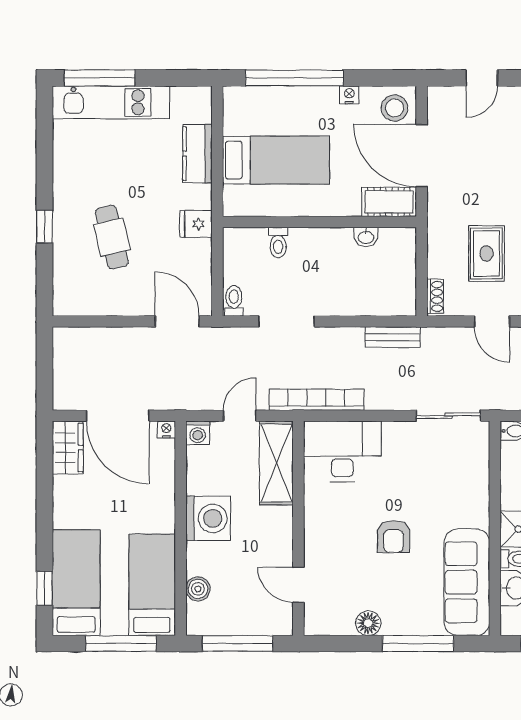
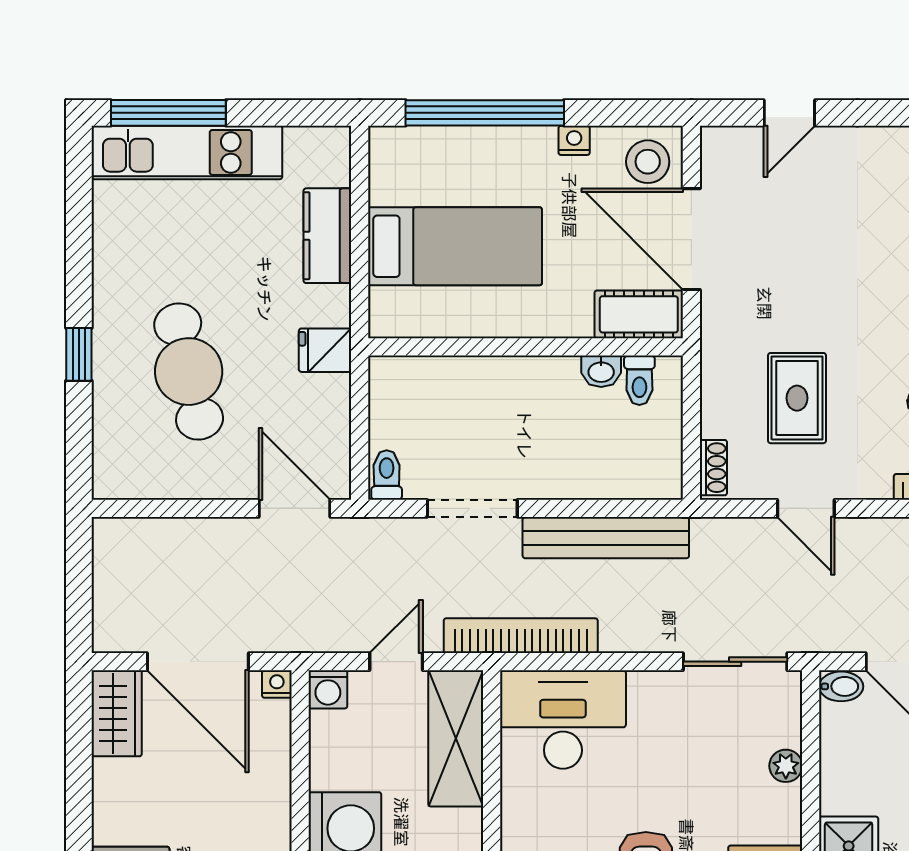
cafe table: (112, 237) -> (189, 372), width x1.37, depth x1.35
toilet: (278, 243) -> (639, 380), moved
bench: (393, 337) -> (606, 538), width x1.86, depth x1.21
plant: (480, 480) -> (786, 766), added

